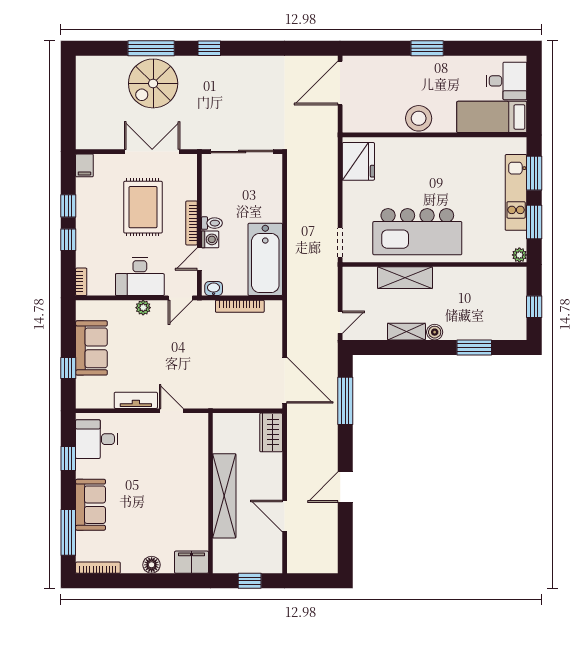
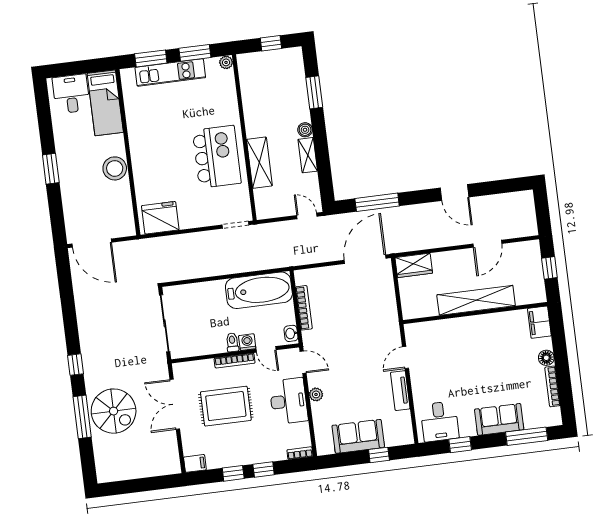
kitchen island: (417, 232) -> (217, 157), width x0.73
bookcase: (98, 568) -> (552, 386), moved

